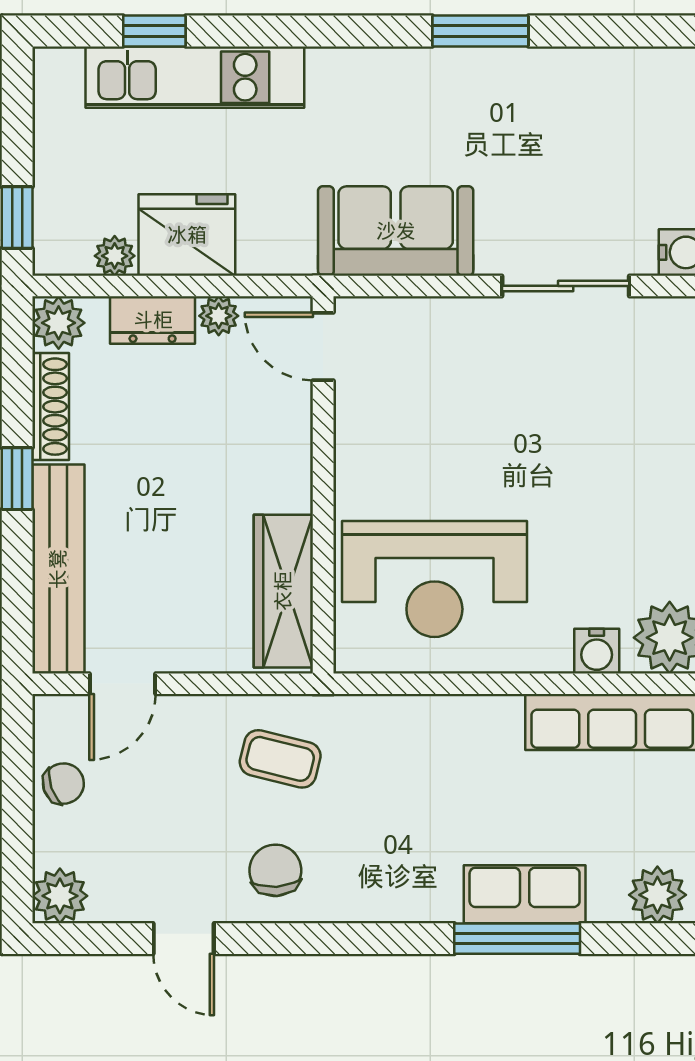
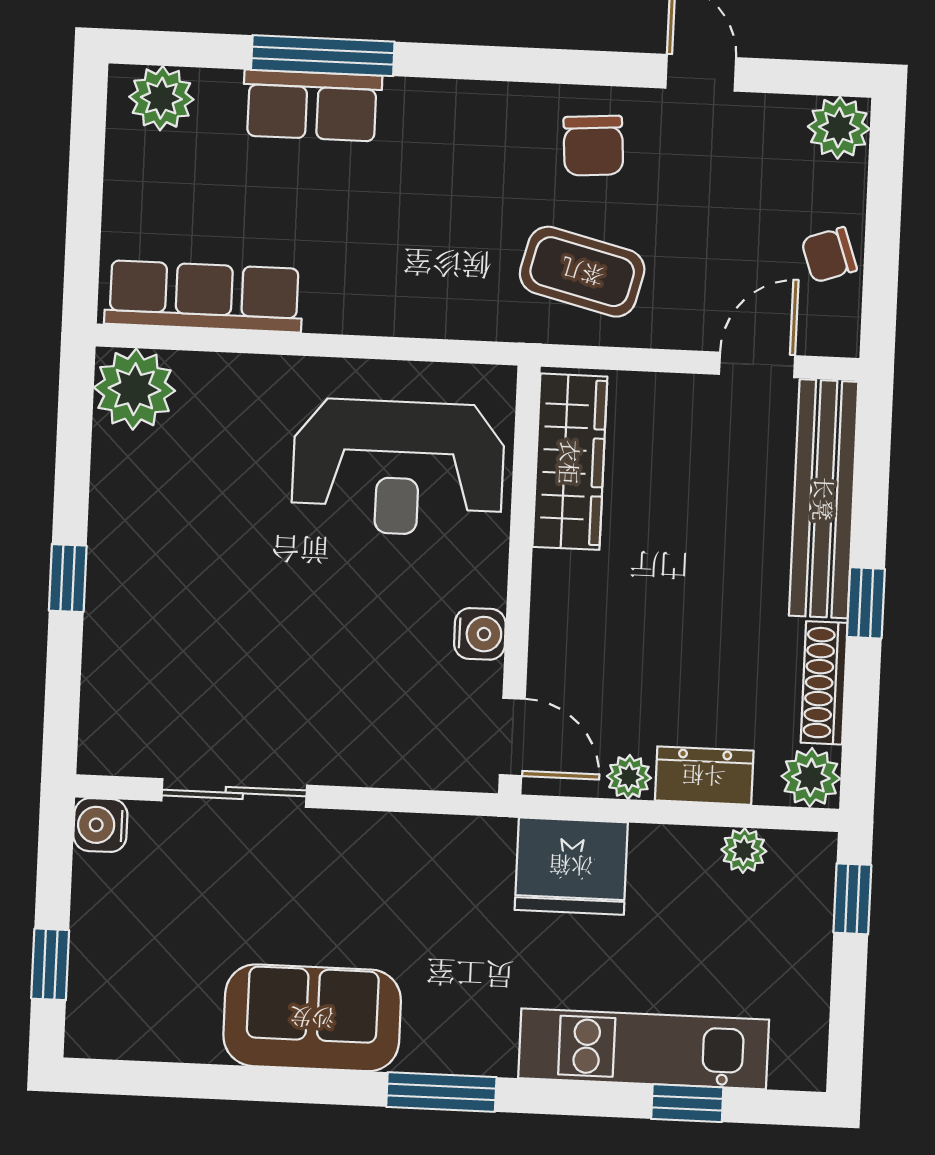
window: (480, 31) -> (441, 1092), moved
sofa: (396, 231) -> (312, 1018), moved, turned 180
fridge: (187, 235) -> (571, 866), moved
reception desk: (434, 579) -> (398, 468), turned 180
water cooler: (597, 651) -> (480, 634), moved, turned 90
coffee table: (280, 759) -> (582, 272), width x1.36, depth x1.30

